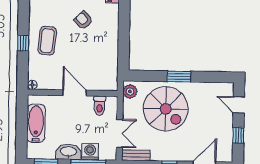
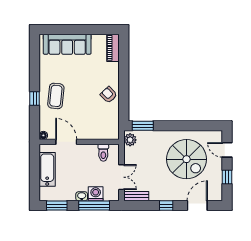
armchair: (83, 20) -> (109, 95), moved
window: (179, 76) -> (143, 126), moved
door: (75, 93) -> (66, 142), moved
spiral stairs: (166, 109) -> (187, 159), moved
washbasin: (68, 152) -> (82, 196), width x0.52, depth x0.69

